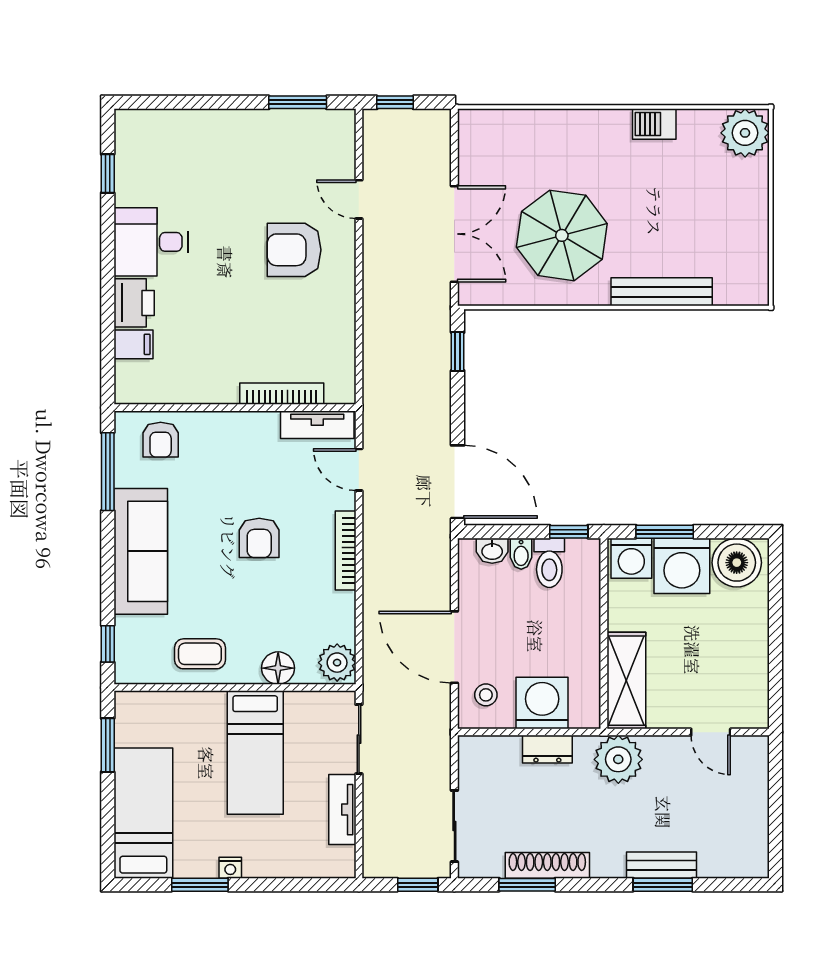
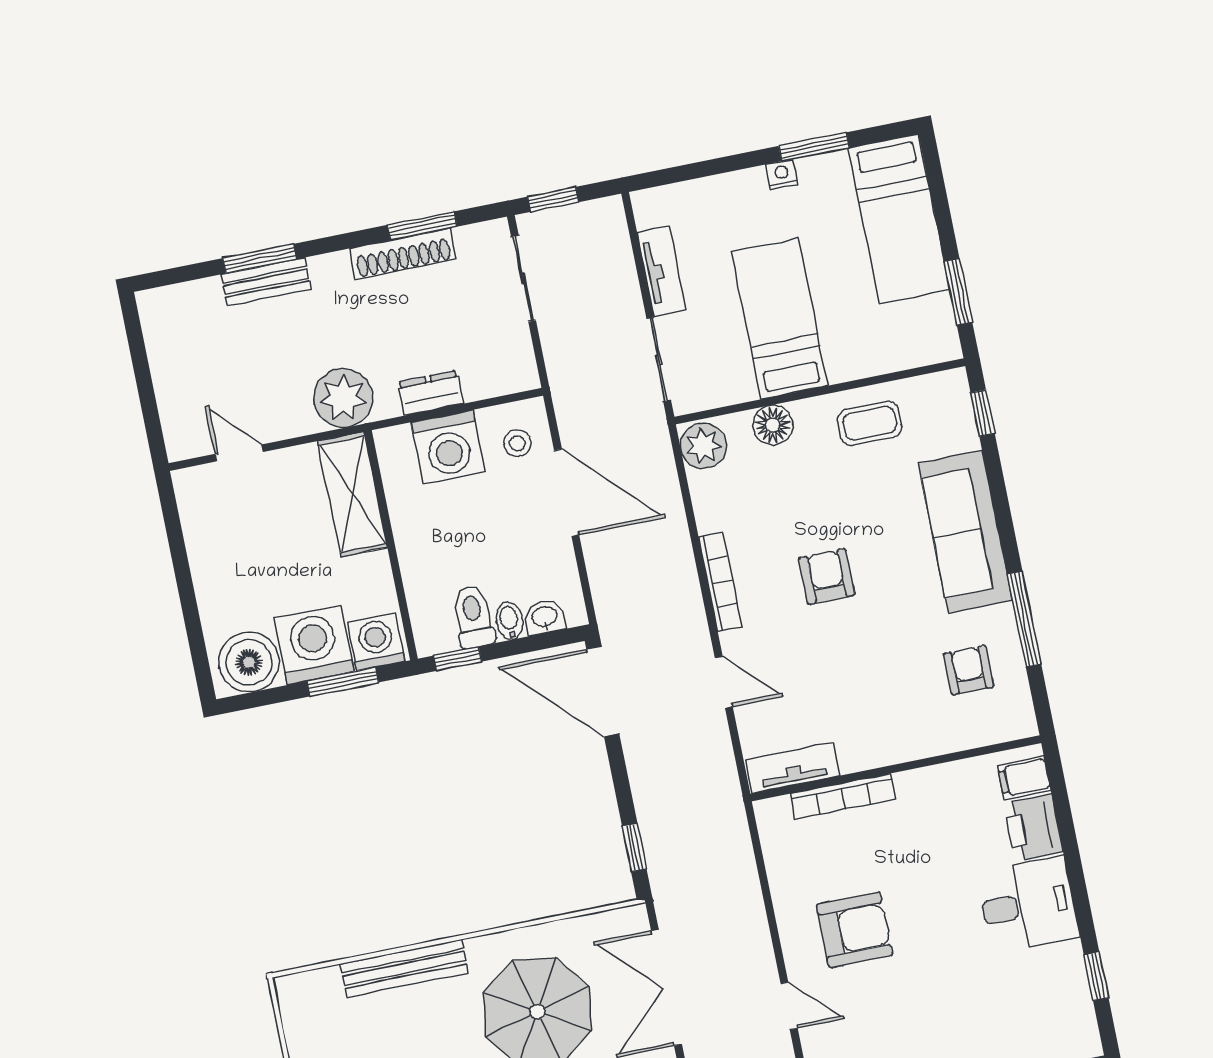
bookcase: (282, 394) -> (843, 796), moved
wall: (235, 408) -> (896, 768), moved
tv unit: (317, 425) -> (793, 768), moved

